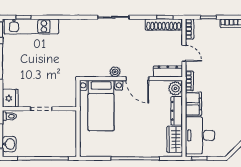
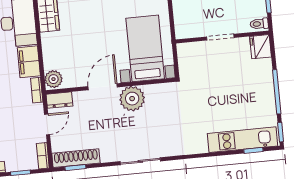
door: (184, 53) -> (47, 124), swing flipped
dresser: (168, 71) -> (59, 100), width x0.70
plant: (115, 72) -> (132, 99), width x1.88, depth x1.88
door: (137, 79) -> (103, 87), hinge flipped
dresser: (177, 111) -> (49, 51), removed

